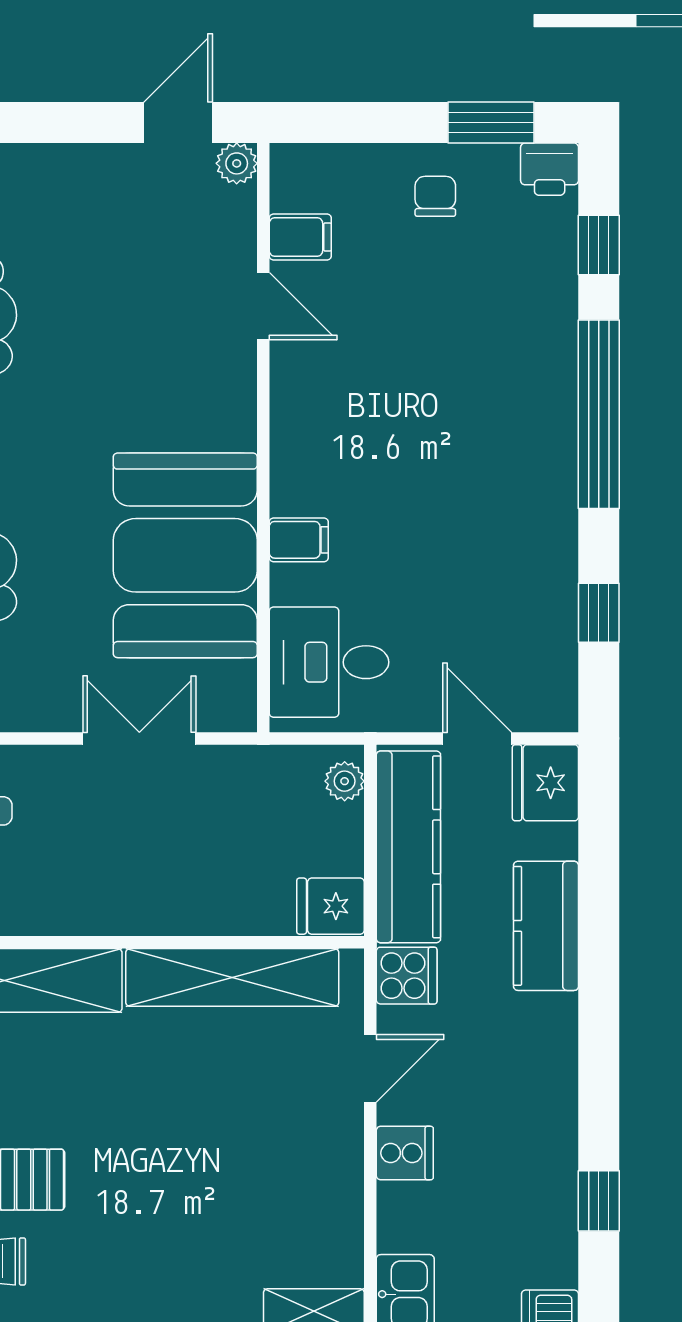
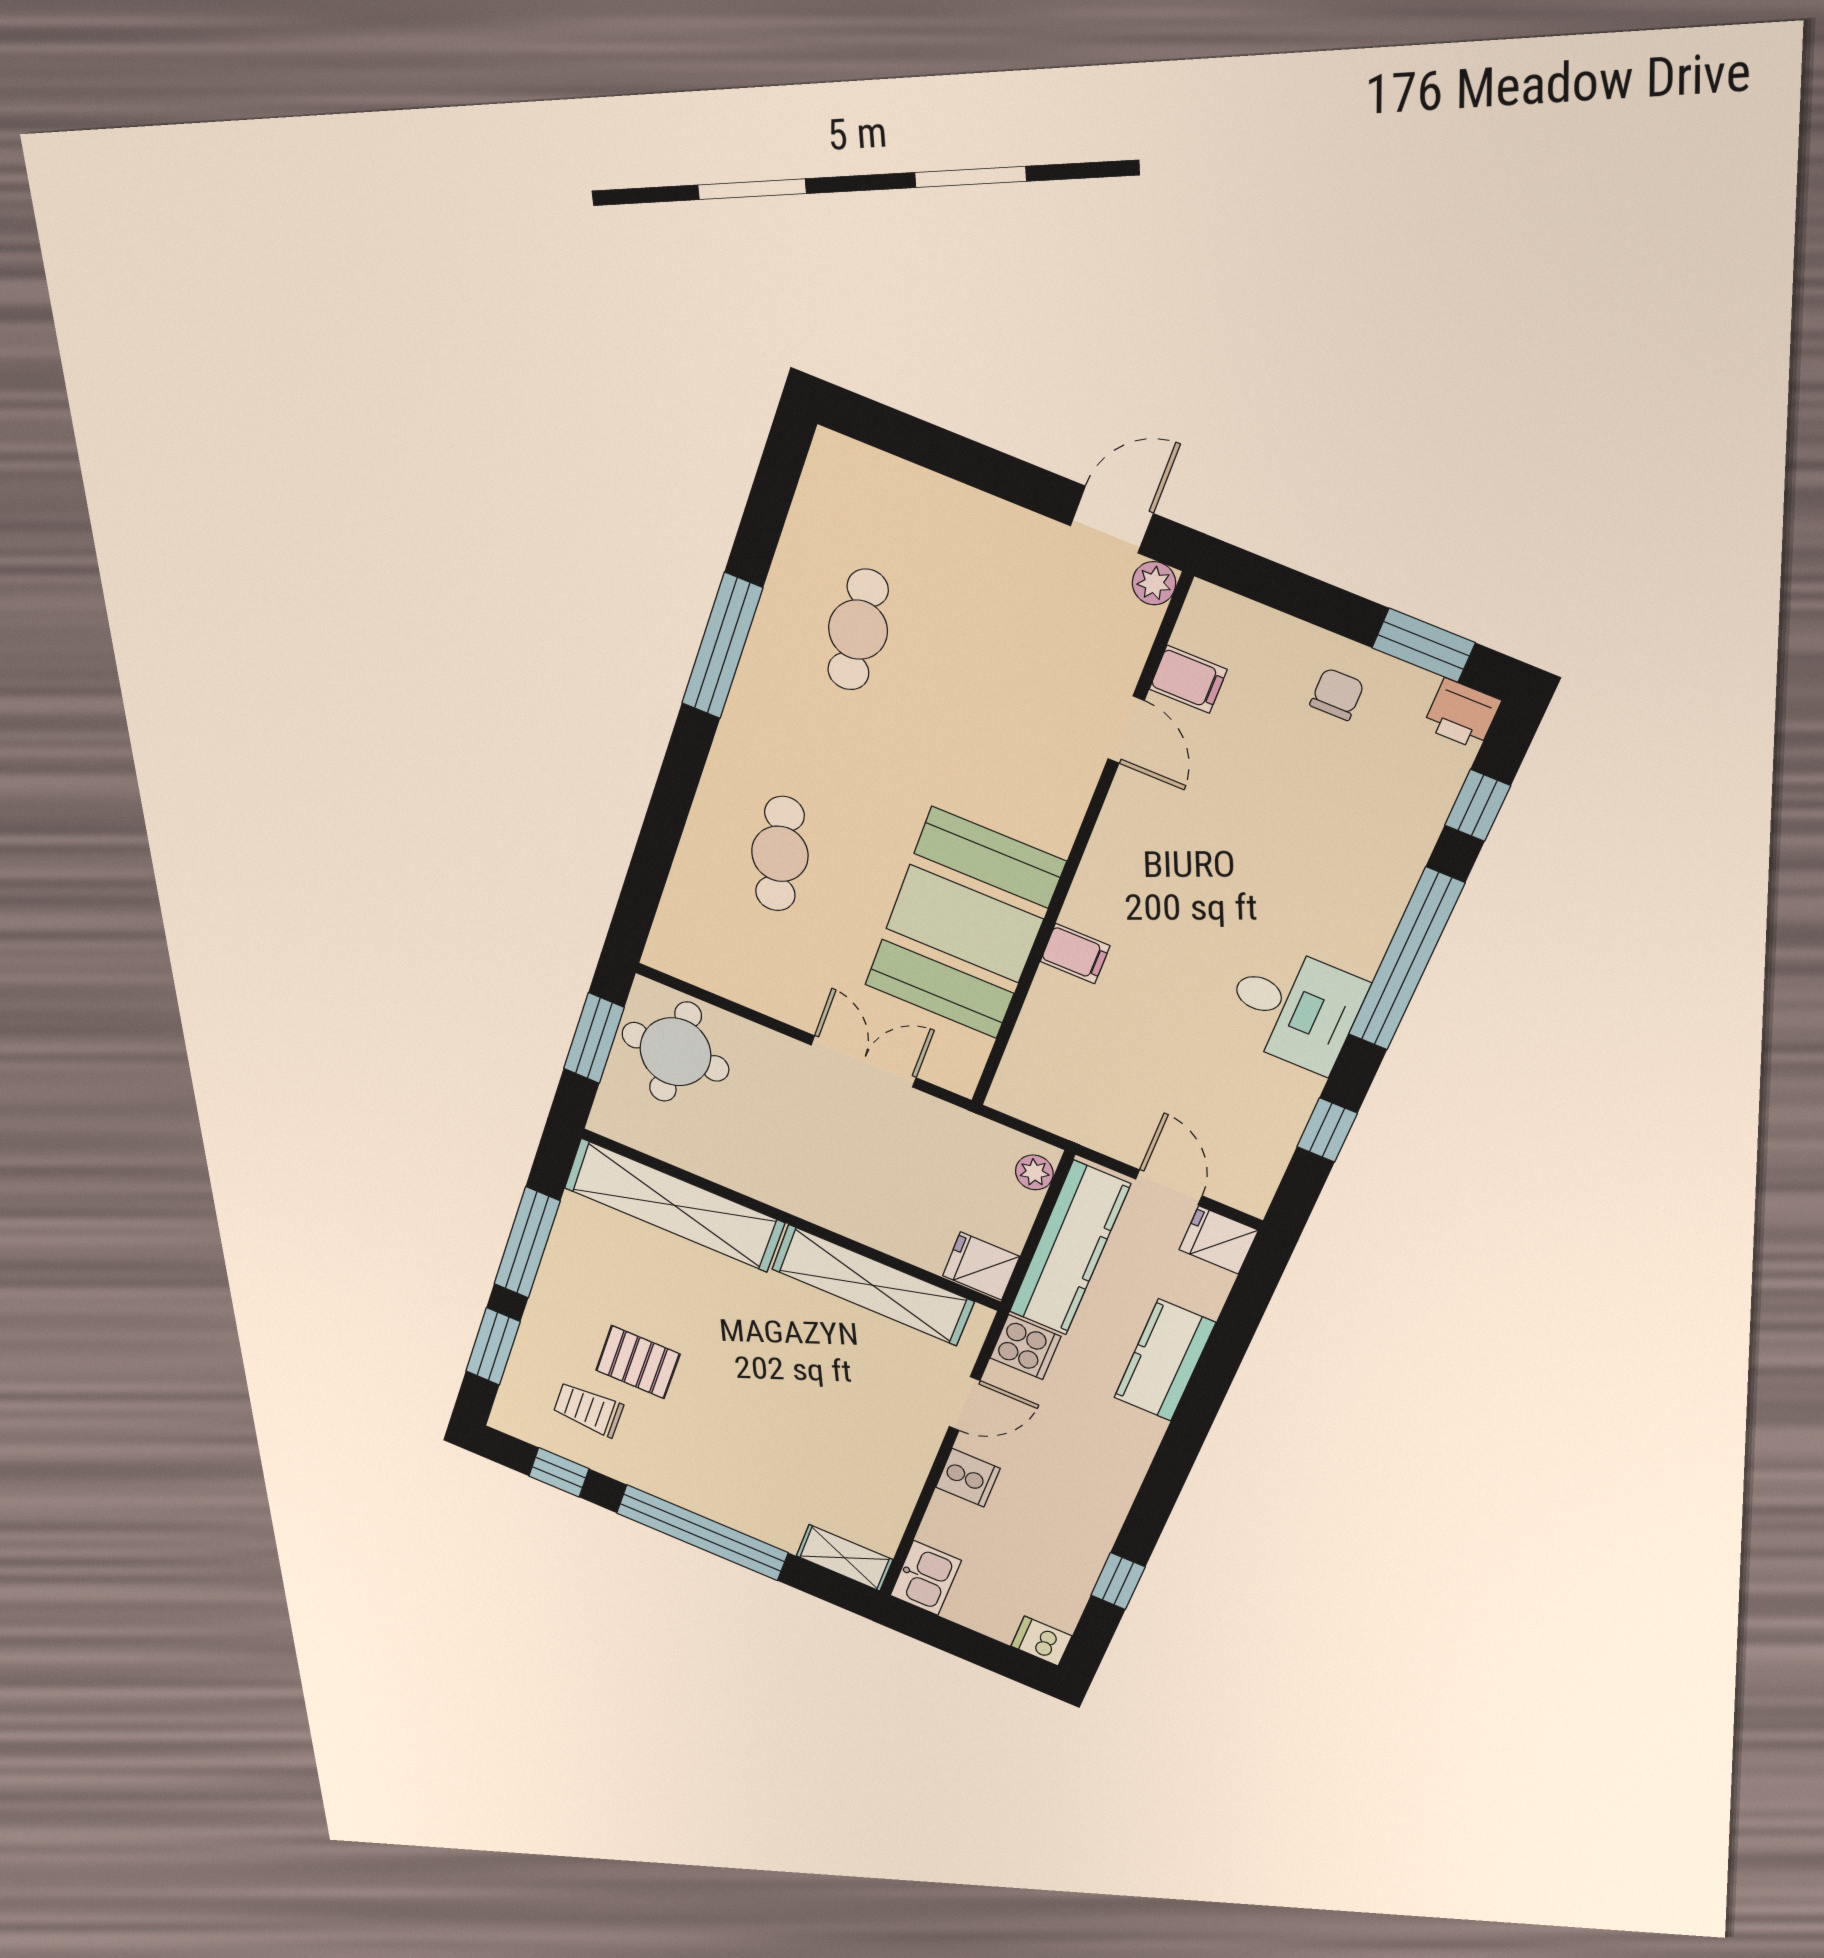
desk: (329, 662) -> (1294, 1008), moved, turned 180
fridge: (545, 783) -> (1219, 1240), width x0.72

